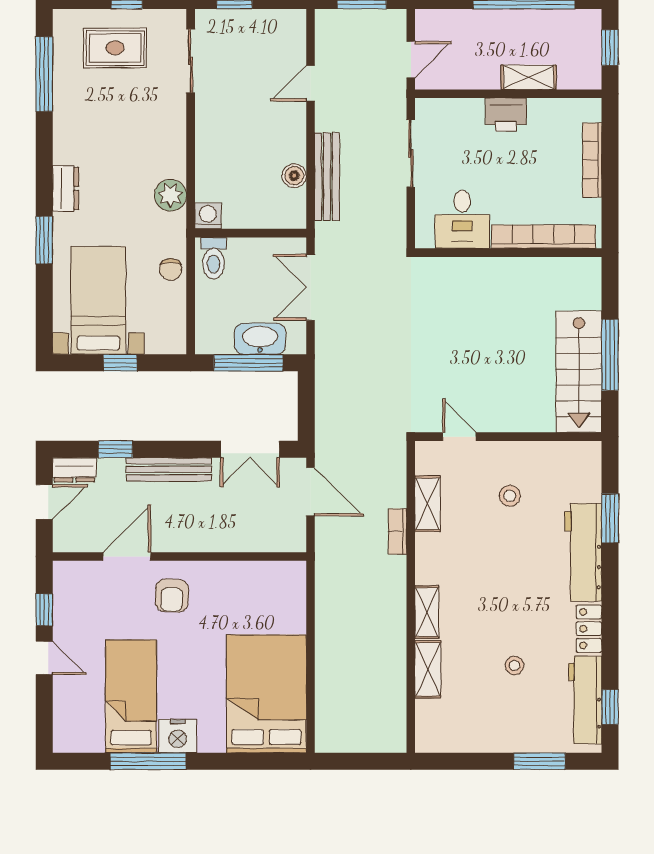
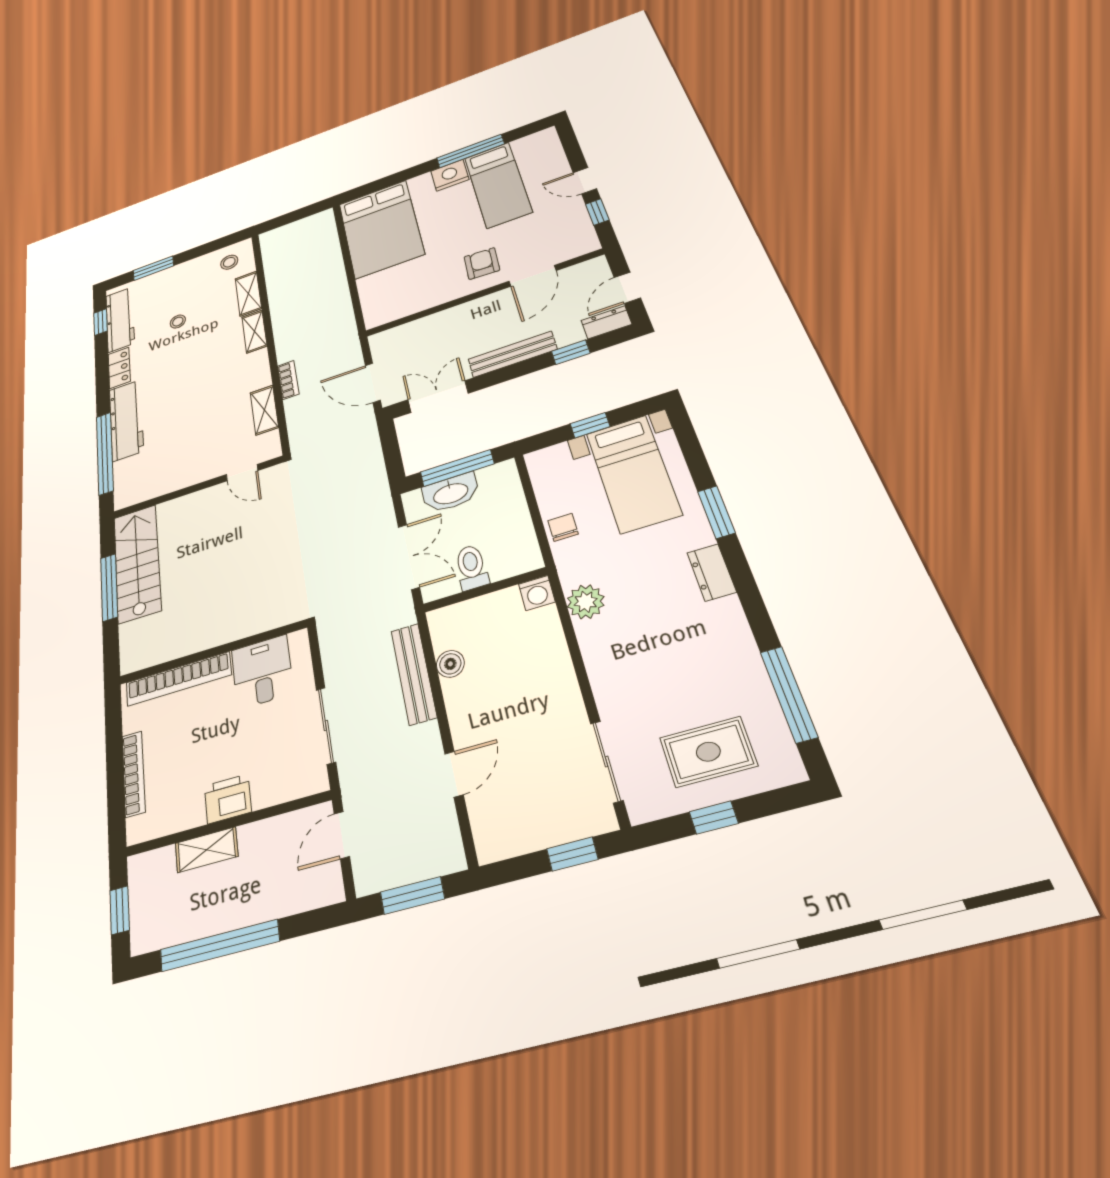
toilet: (213, 258) -> (472, 567), moved
stool: (510, 496) -> (229, 262), moved
window: (610, 518) -> (105, 453), width x2.11

